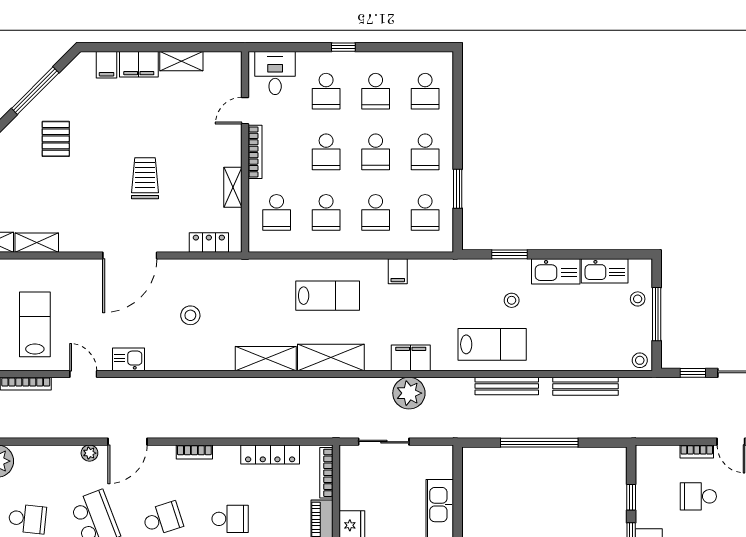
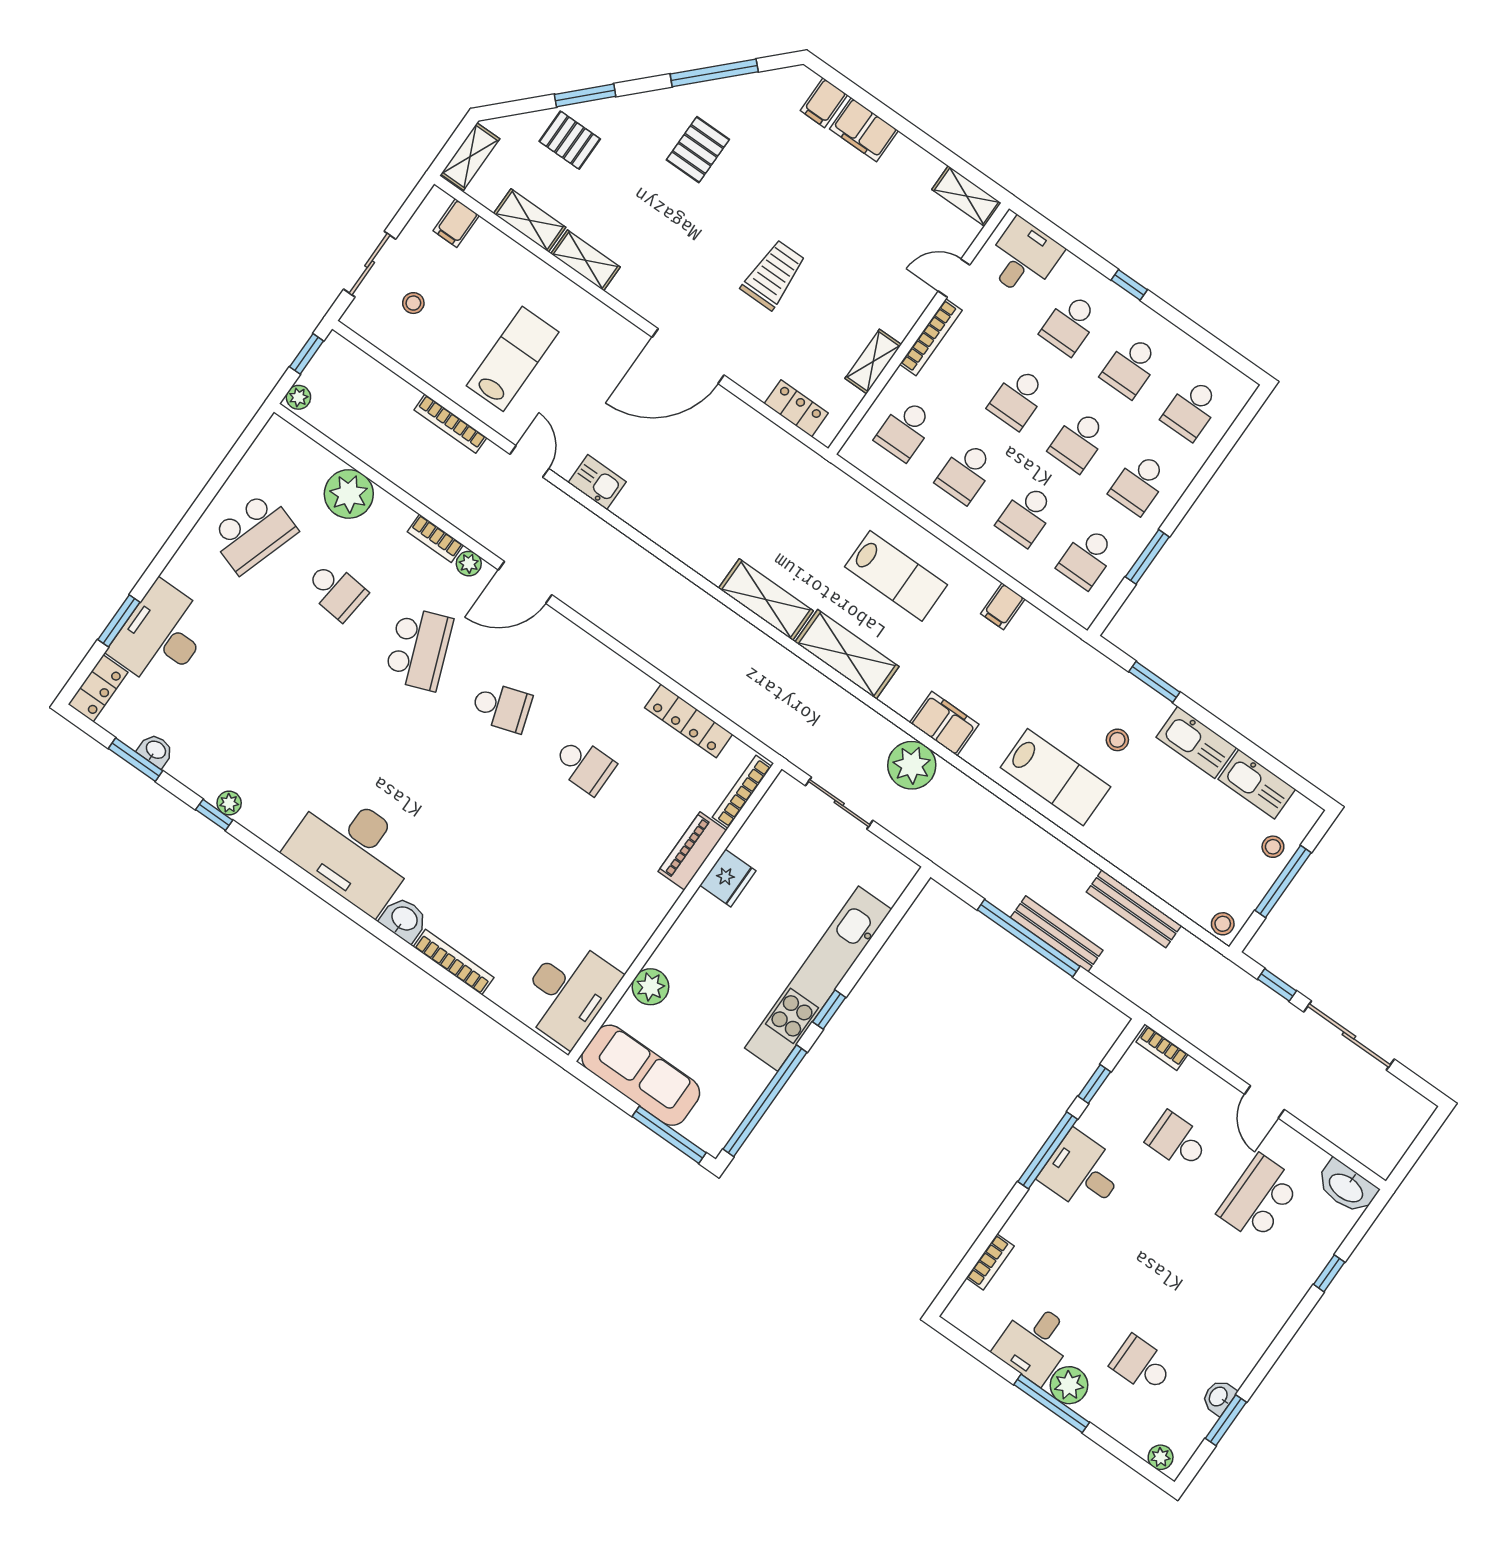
shelving: (181, 61) -> (966, 196), moved
stool: (190, 315) -> (711, 482), removed
bench: (507, 386) -> (1057, 934), moved
bookcase: (697, 451) -> (1162, 1048), moved
bookcase: (194, 452) -> (435, 538), moved

